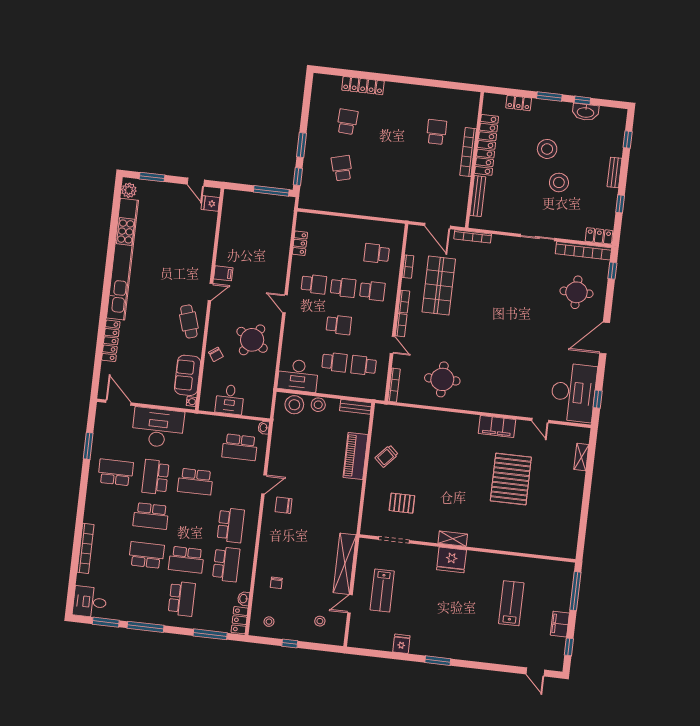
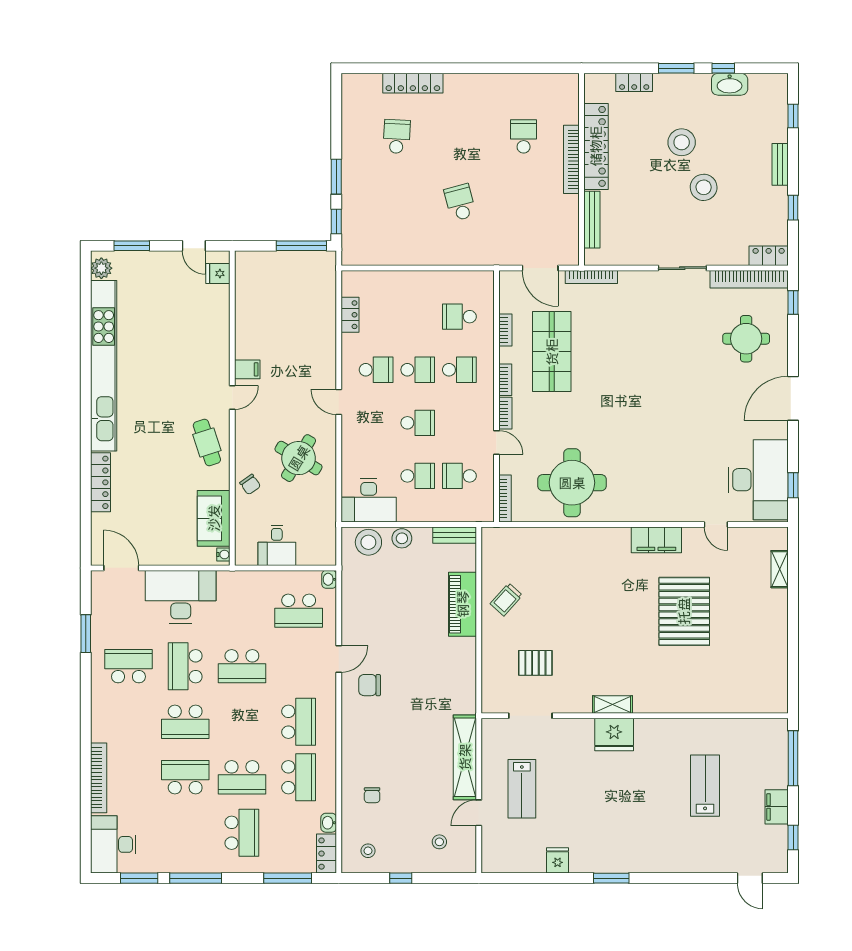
school desk: (342, 168) -> (460, 202), moved
round table: (442, 379) -> (572, 483), width x1.36, depth x1.36
desk: (90, 602) -> (113, 844), width x1.37

